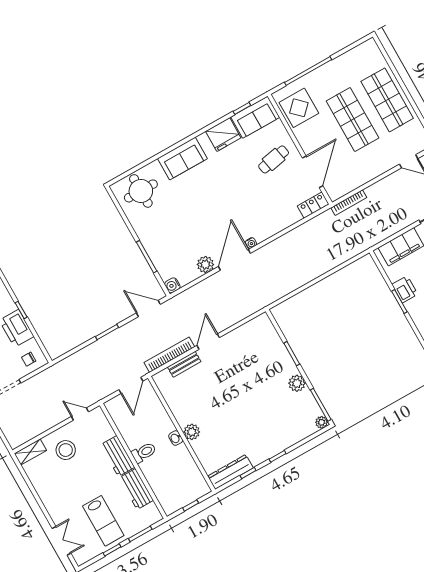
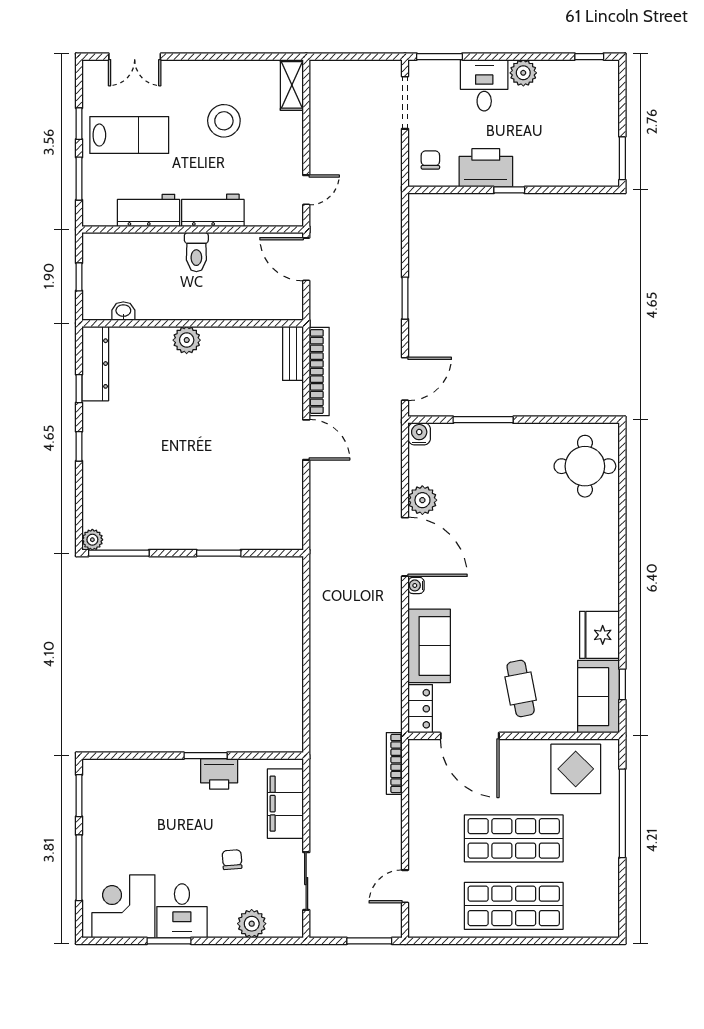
sofa: (182, 159) -> (429, 646), moved, turned 180
bench: (184, 364) -> (293, 353), moved
plant: (297, 383) -> (171, 536), removed
door: (131, 385) -> (306, 259), moved
washbasin: (176, 438) -> (123, 311), moved
stool: (66, 450) -> (224, 121), moved
lab bench: (103, 521) -> (129, 135), turned 180

